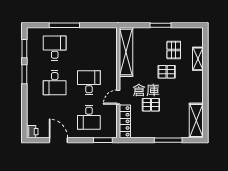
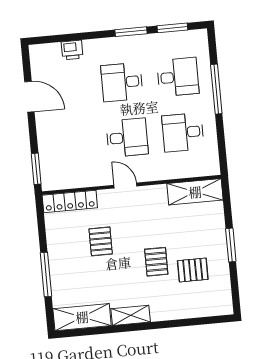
shelving: (126, 52) -> (195, 192), width x0.68
shelving: (198, 59) -> (131, 315), moved
door: (118, 97) -> (125, 186), moved
desk: (89, 117) -> (183, 132), moved
printer: (32, 132) -> (72, 50), moved
door: (58, 140) -> (29, 97), hinge flipped

